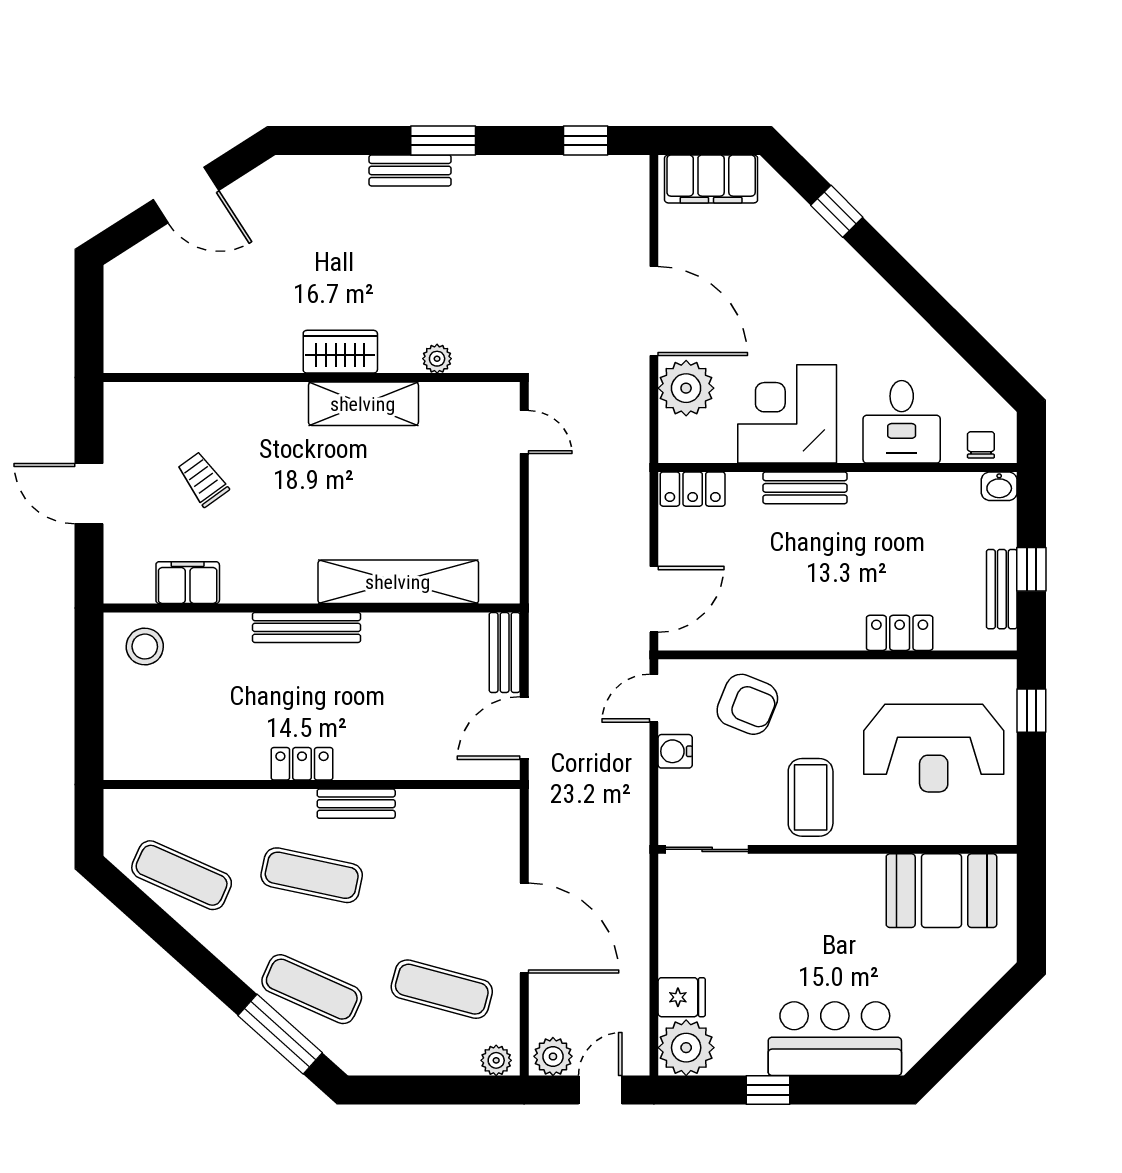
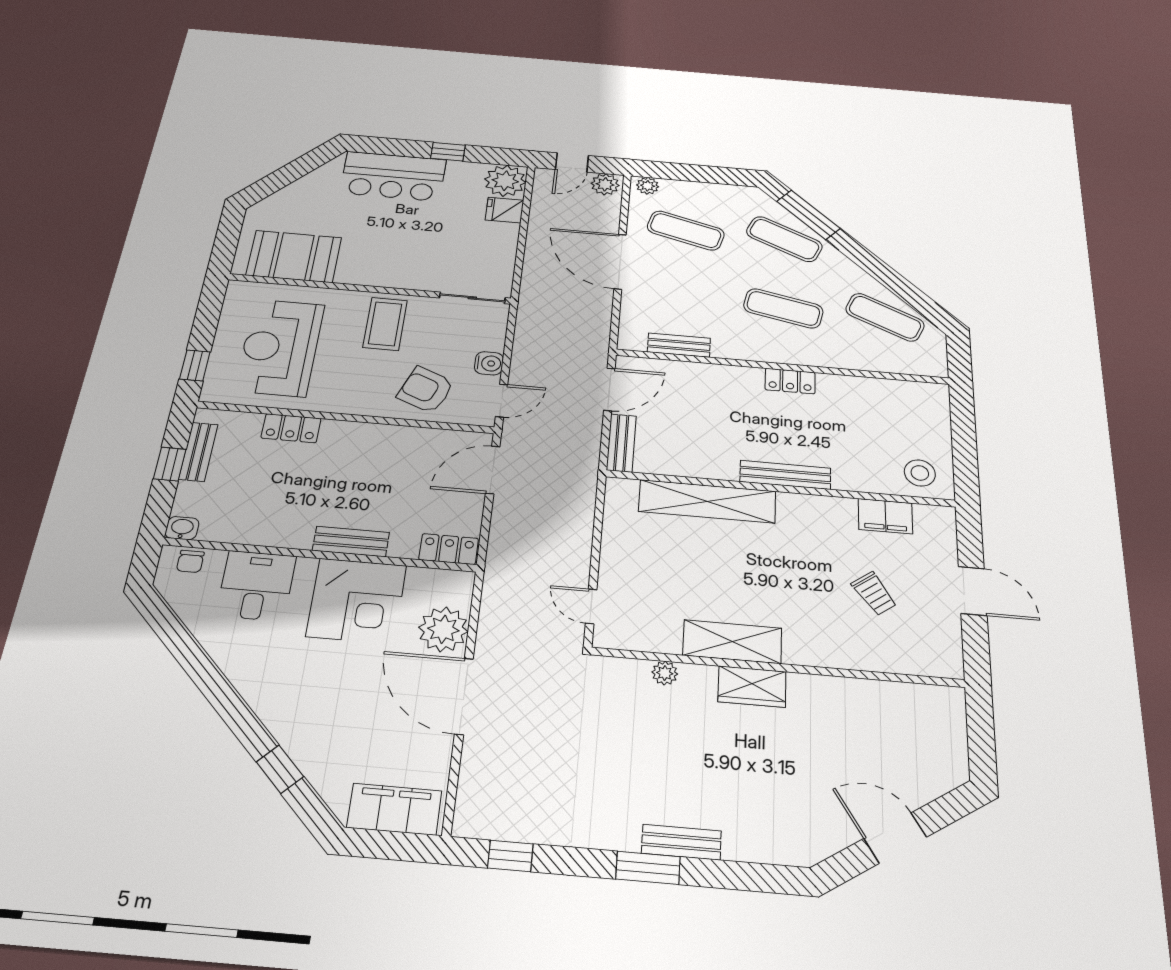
reception desk: (934, 748) -> (280, 347), turned -90
bench: (356, 804) -> (679, 345), moved

